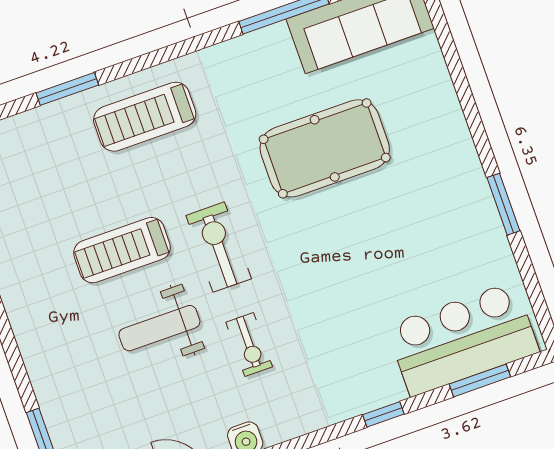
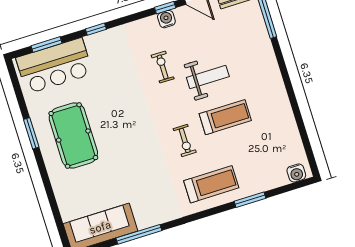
pool table: (325, 148) -> (73, 136), moved, turned 90
exercise bike: (219, 247) -> (185, 140), moved, width x0.73, depth x0.72

